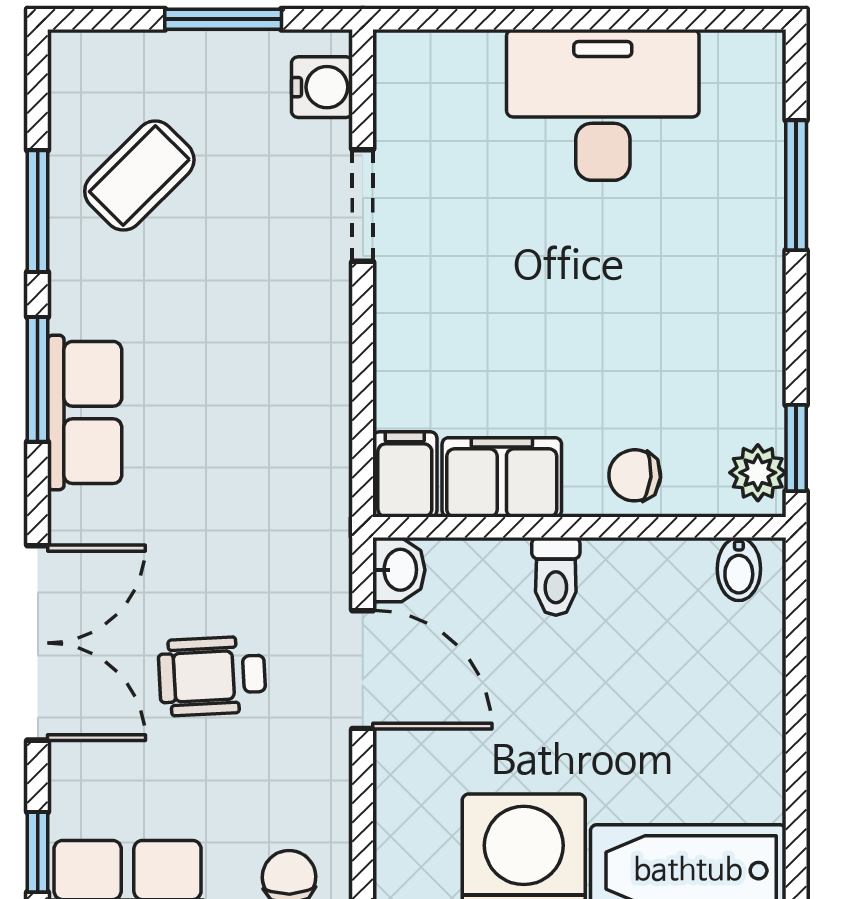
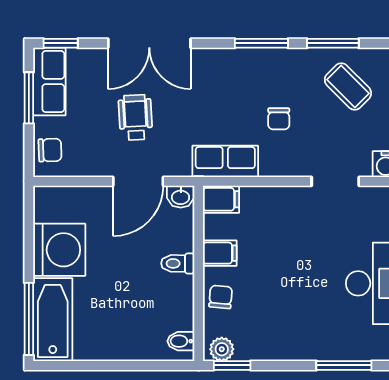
chair: (215, 338) -> (279, 119), added
row of seats: (85, 412) -> (225, 161), moved, turned 180
filing cabinet: (502, 477) -> (220, 253), width x0.50

